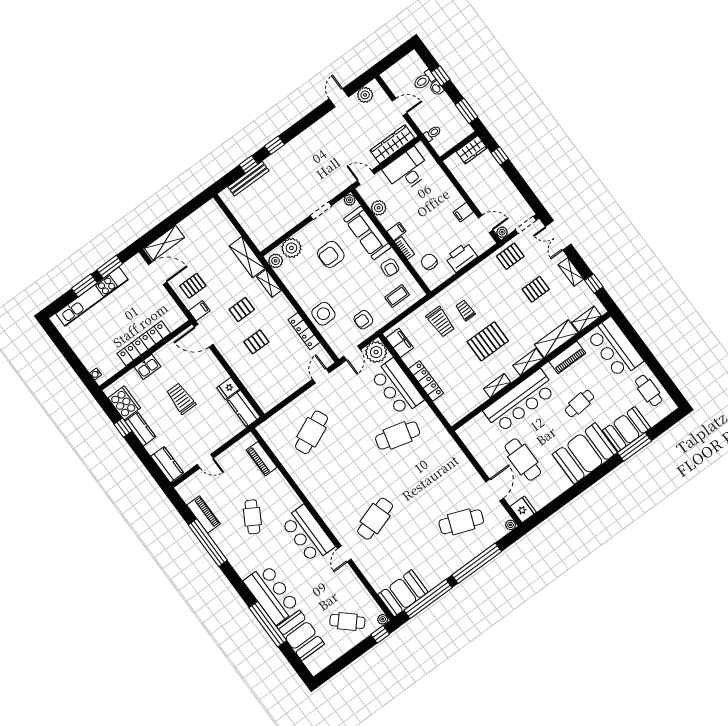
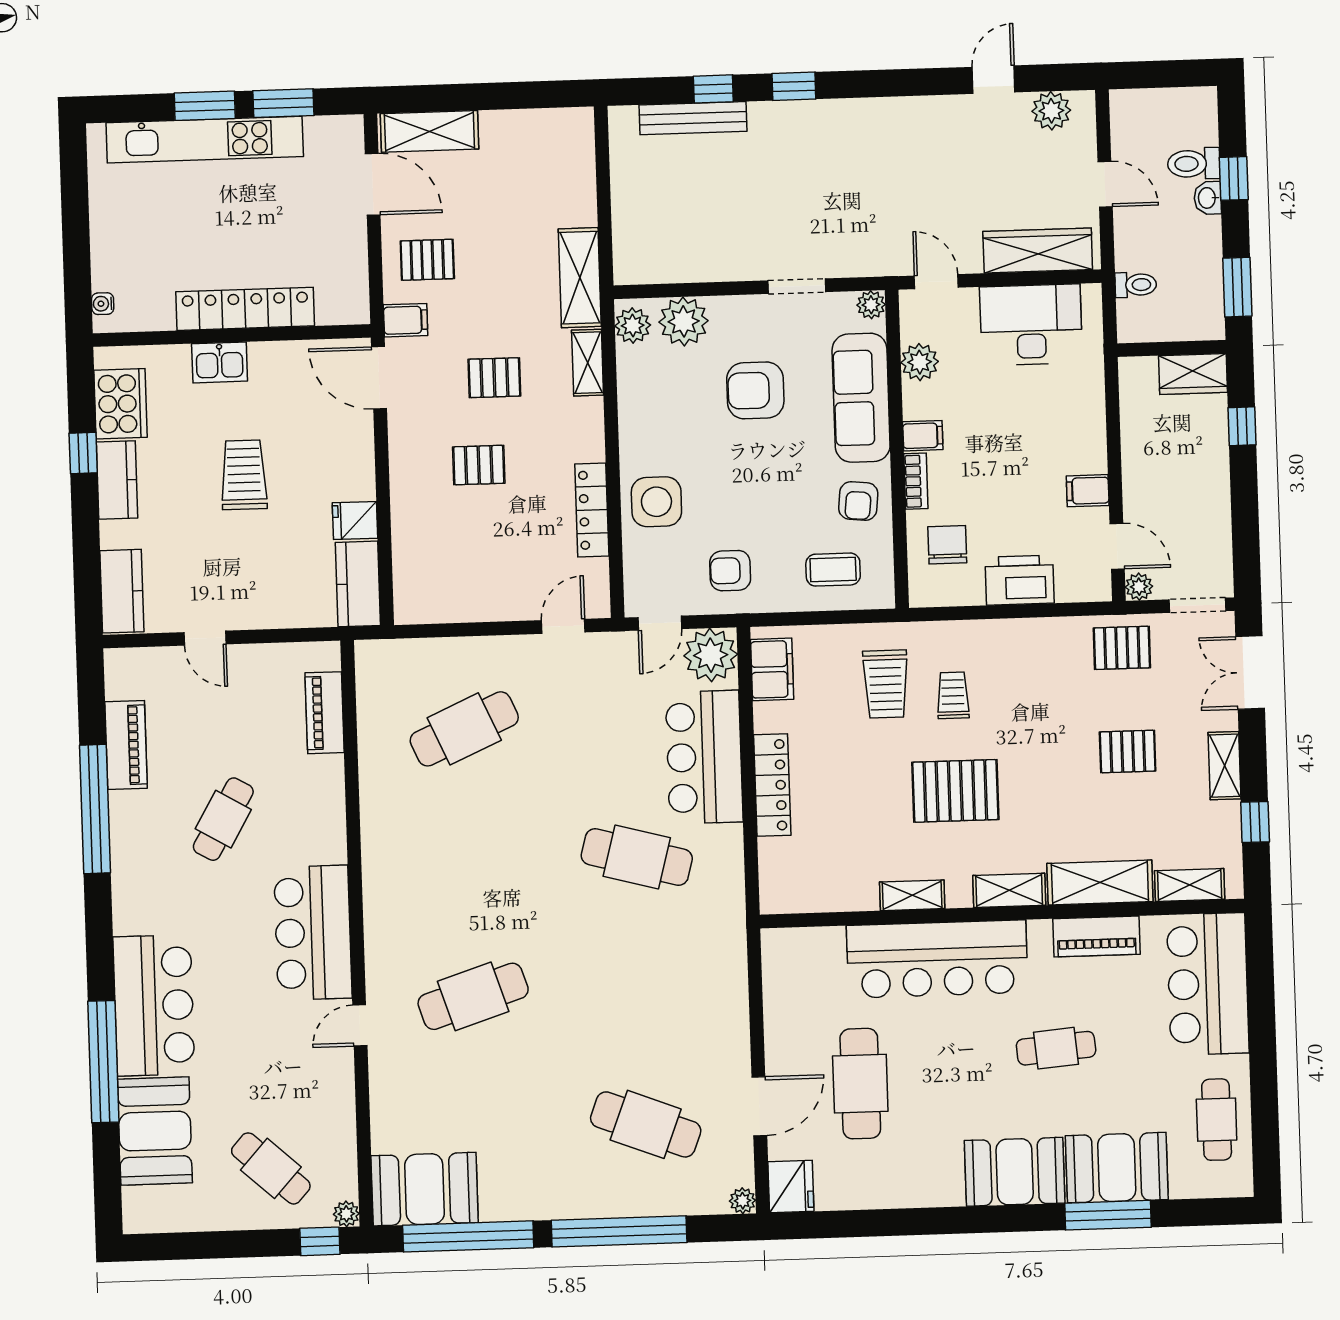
booth: (585, 453) -> (1015, 1172), width x0.73, depth x0.70

